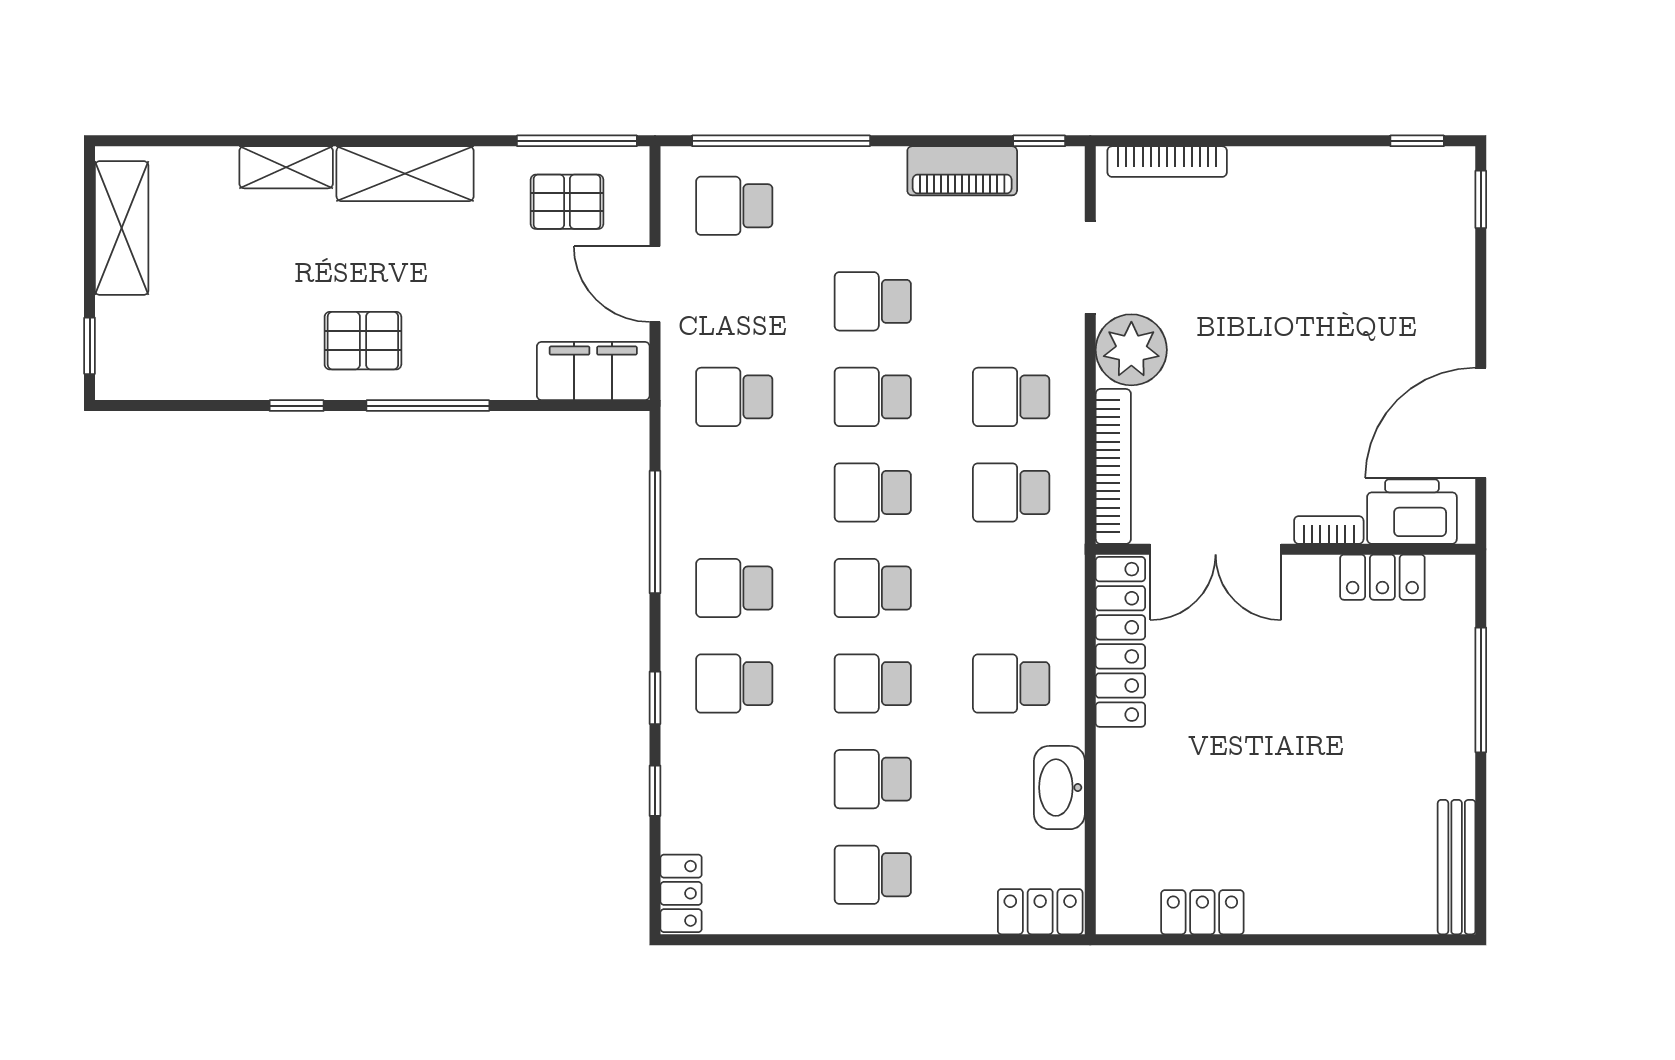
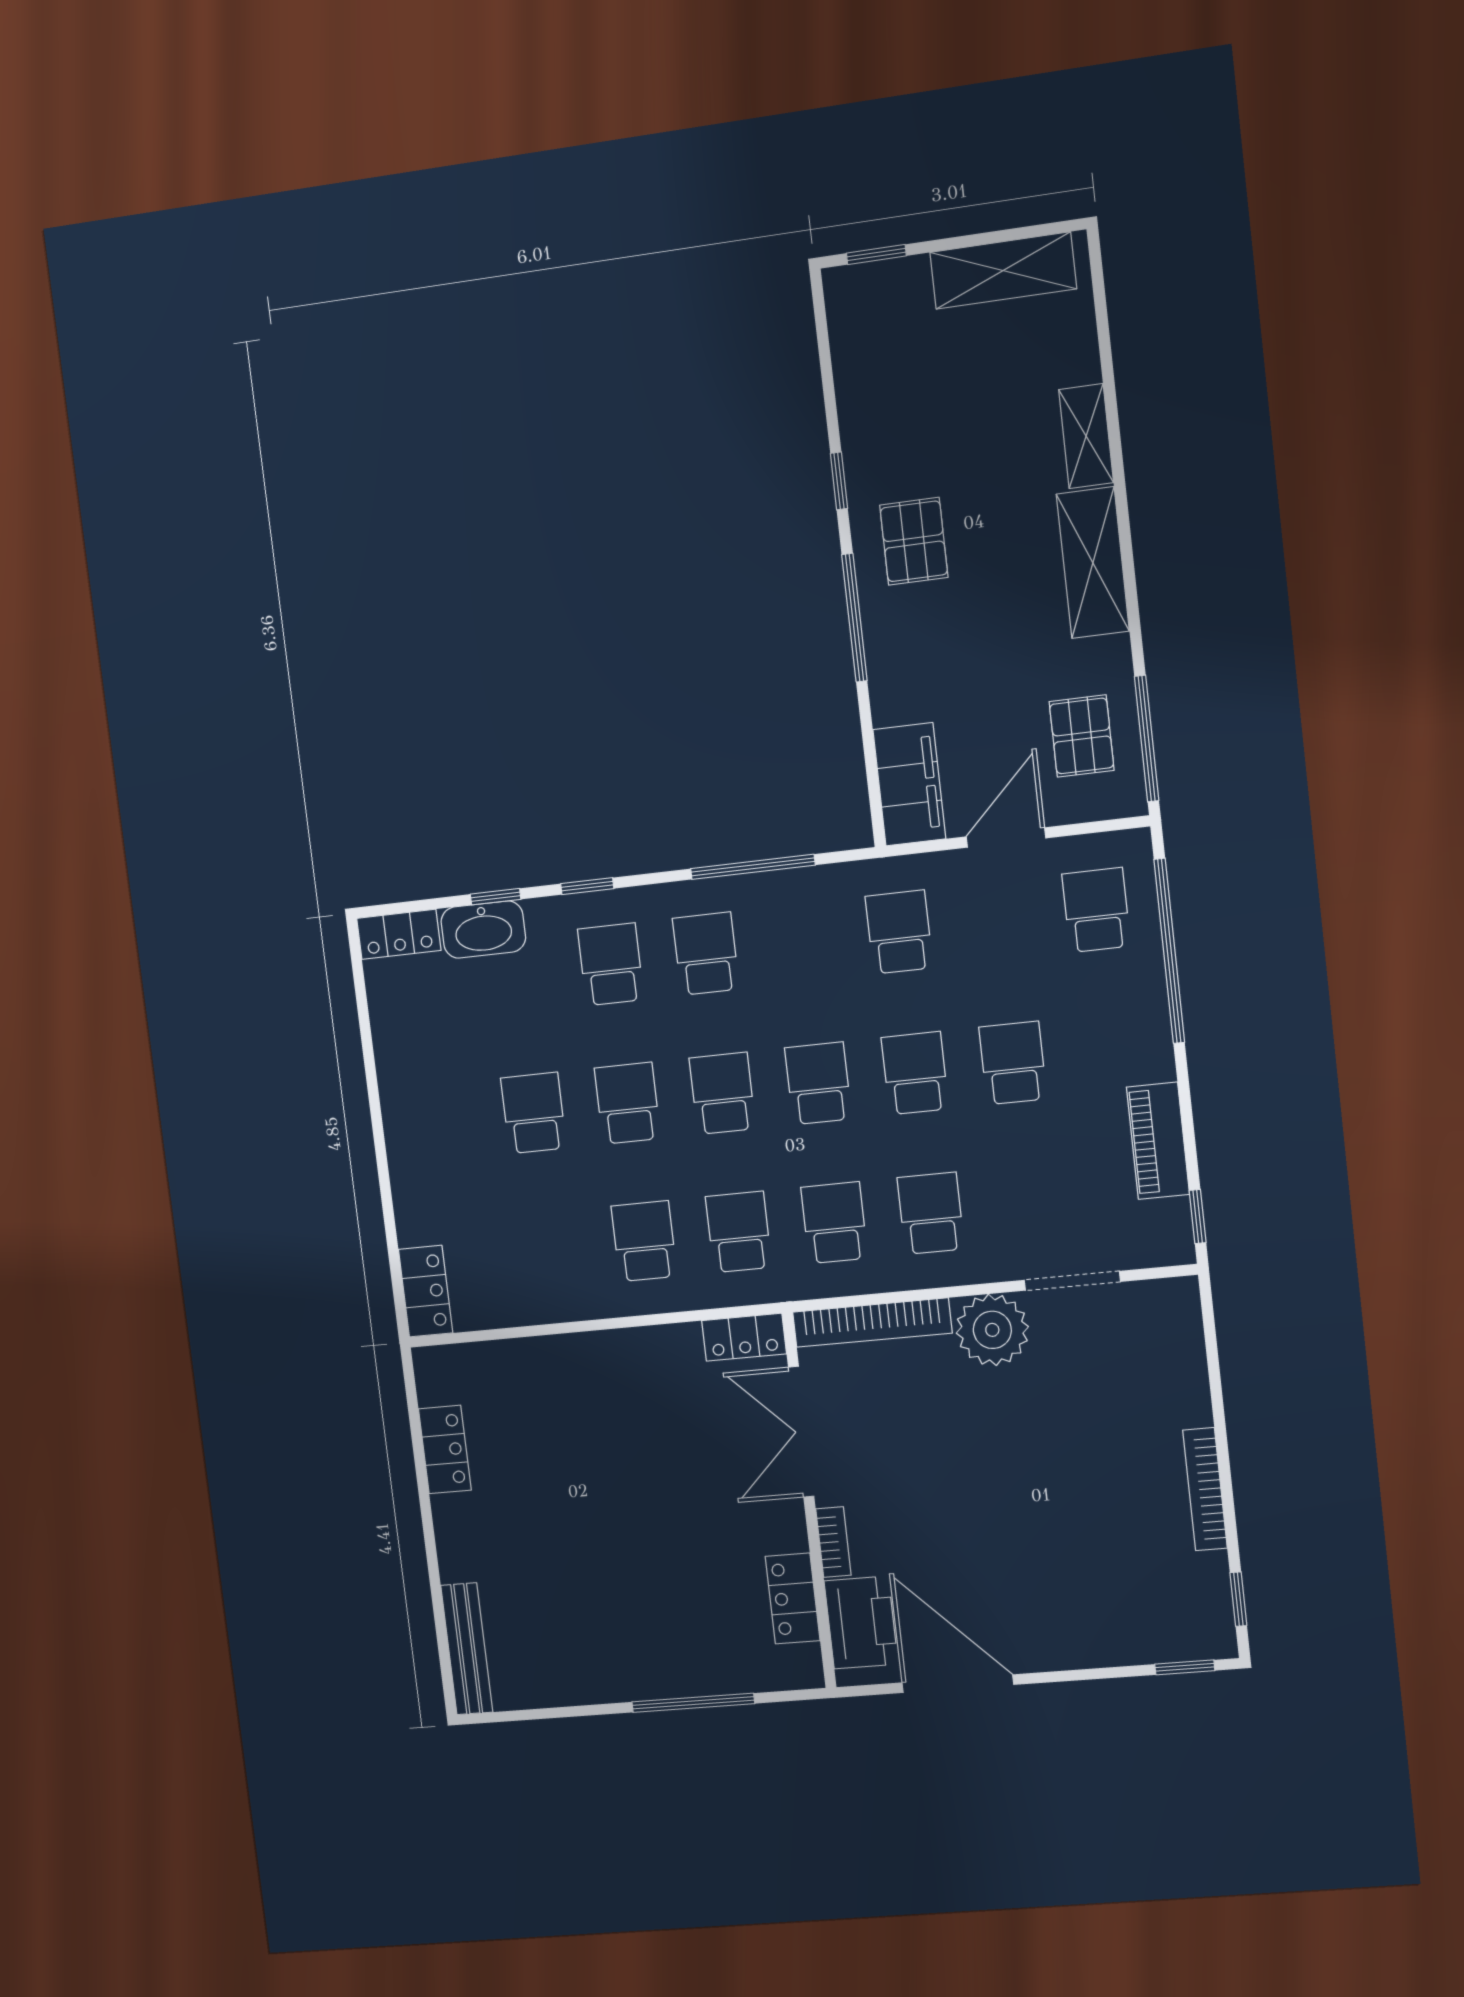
bookcase: (1167, 162) -> (1205, 1489), moved
locker: (1120, 642) -> (744, 1337), width x0.46, depth x0.83
washbasin: (1059, 788) -> (483, 930), moved, turned 180
bench: (1457, 867) -> (467, 1649), moved, turned 90
school desk: (873, 875) -> (739, 1232), moved

